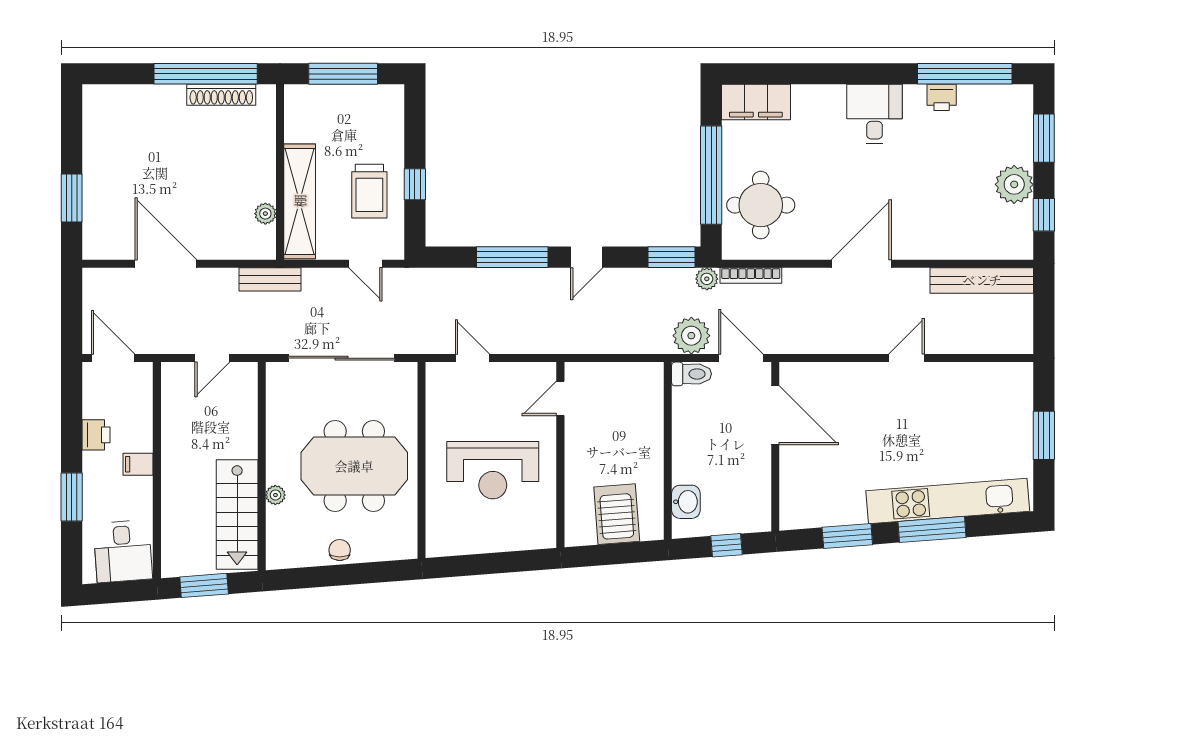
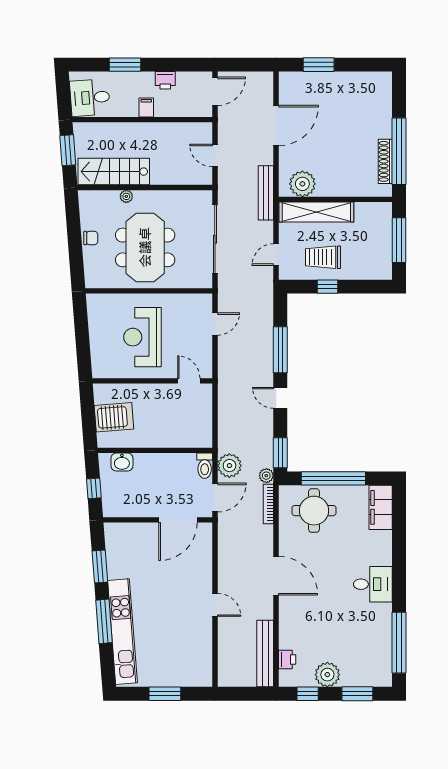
printer: (942, 97) -> (287, 659), moved, turned 180
plant: (265, 214) -> (302, 184), width x1.88, depth x1.88
bench: (270, 279) -> (266, 193), width x1.36

